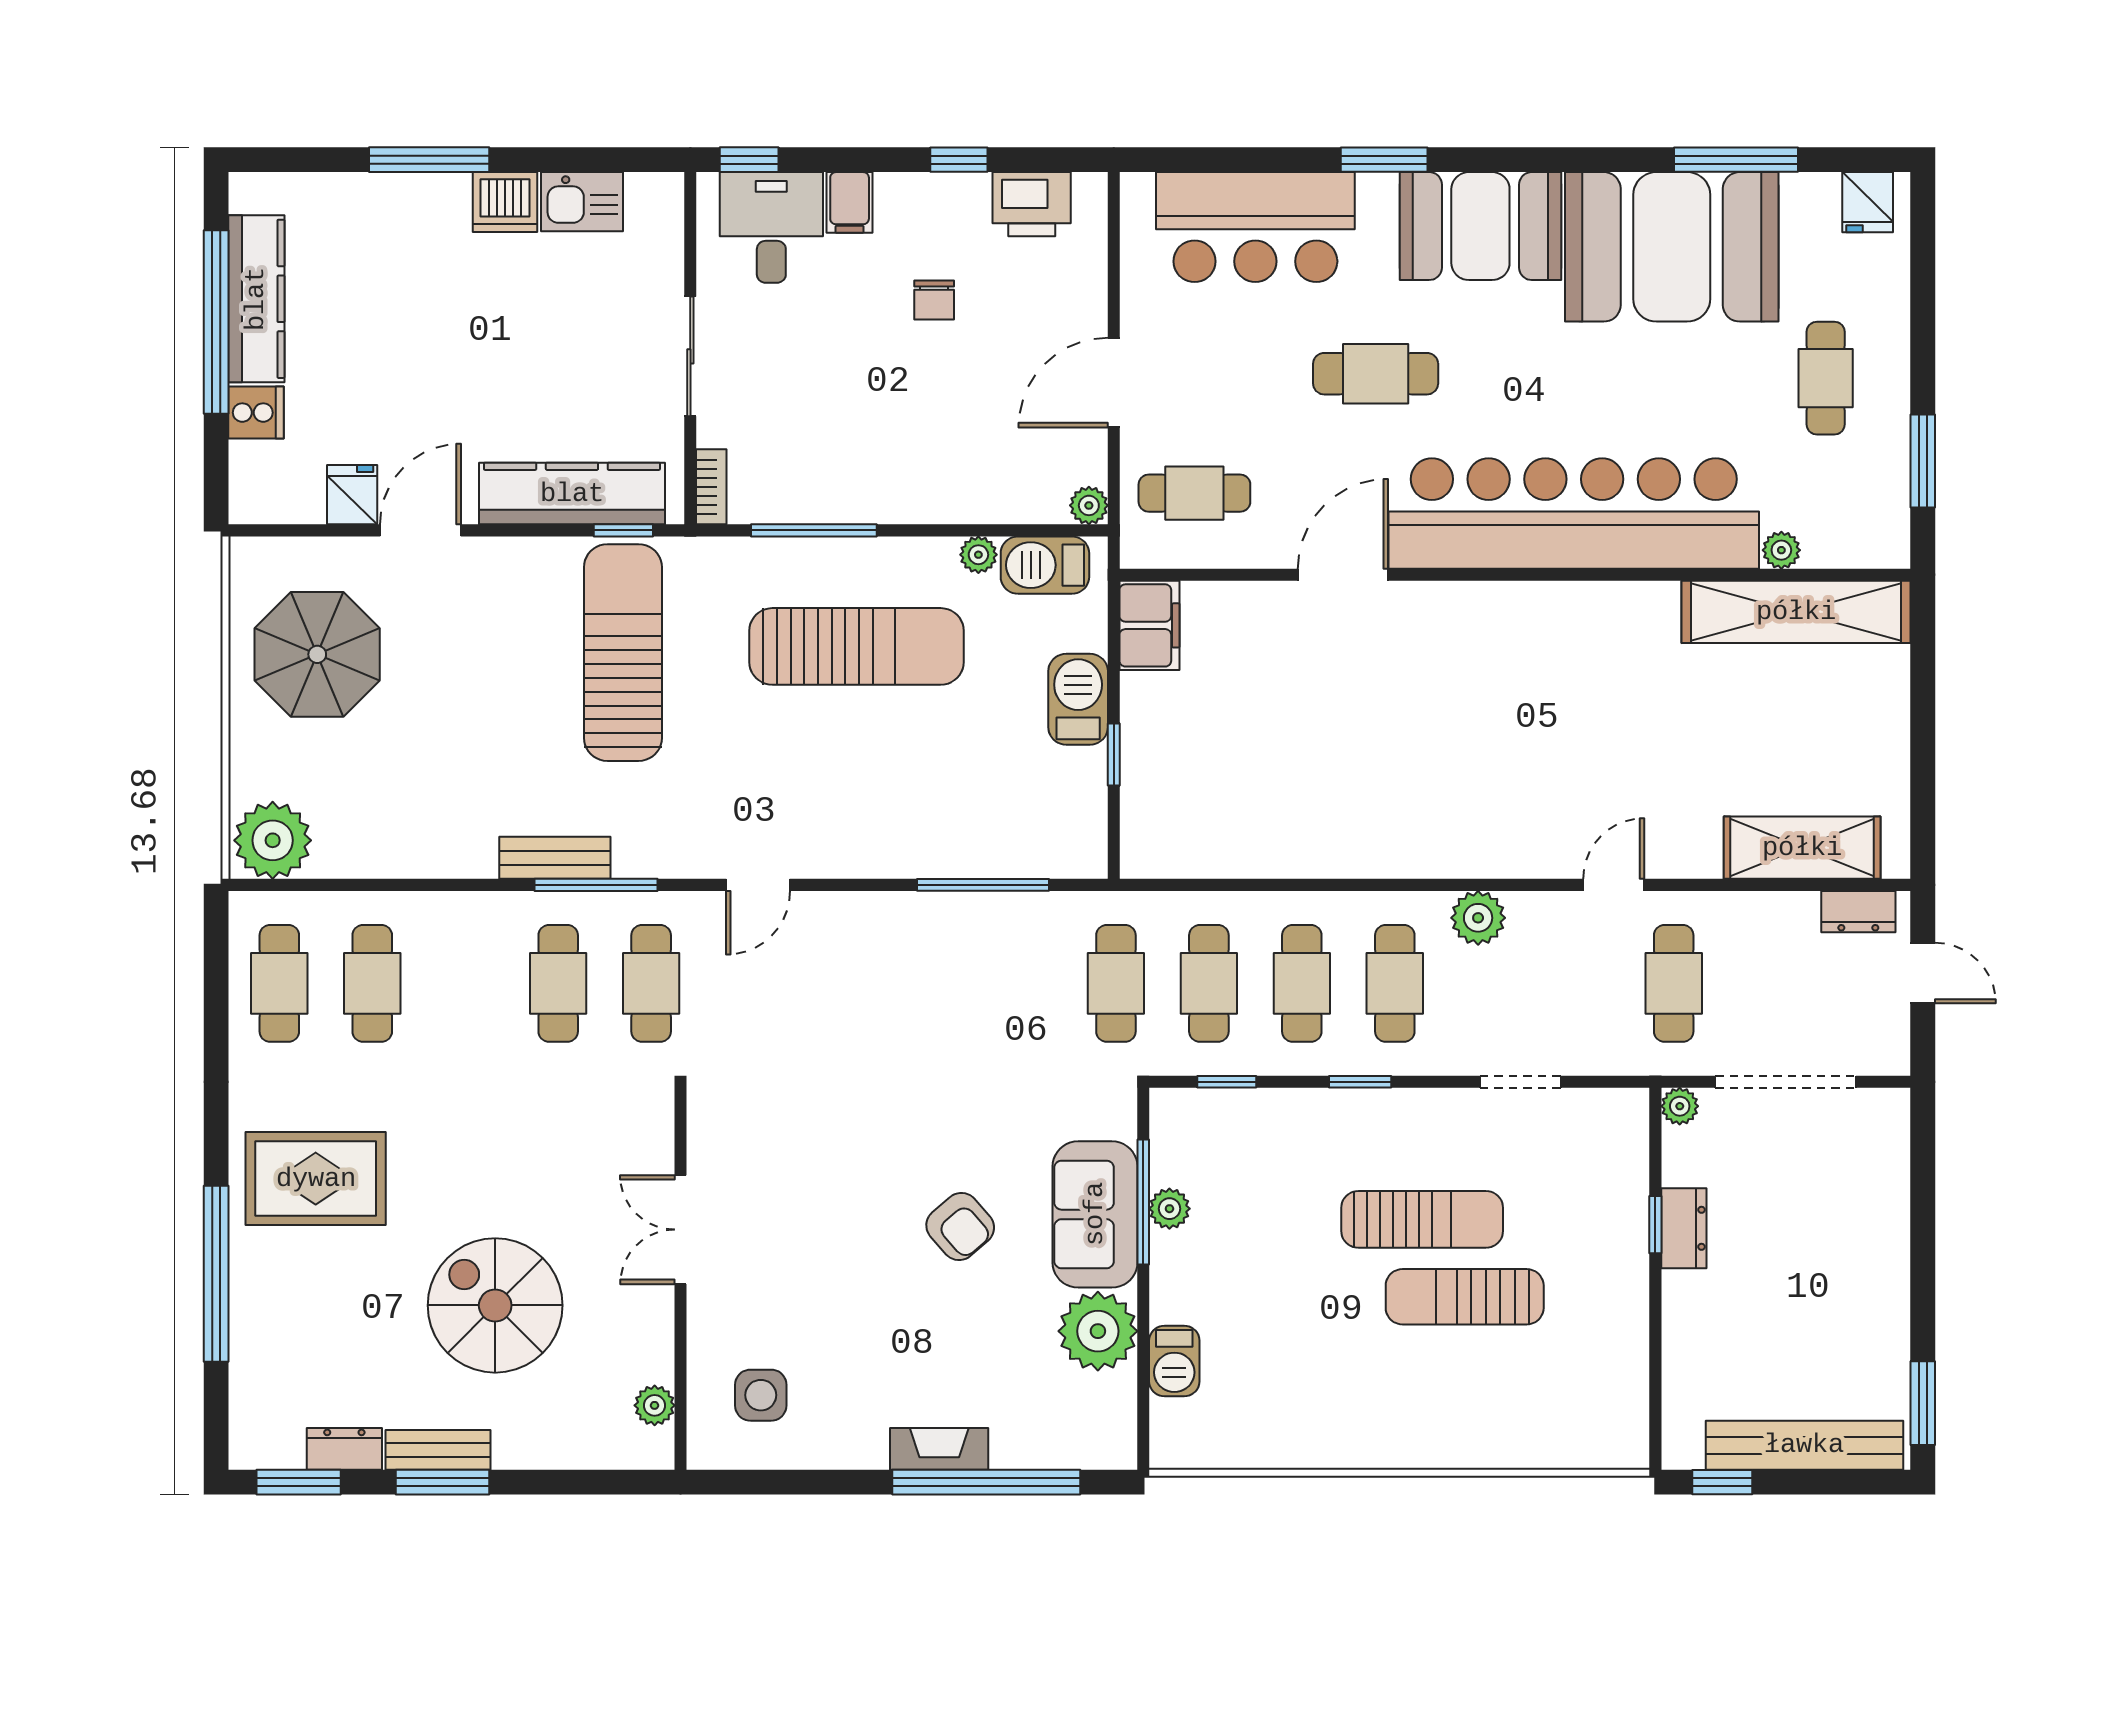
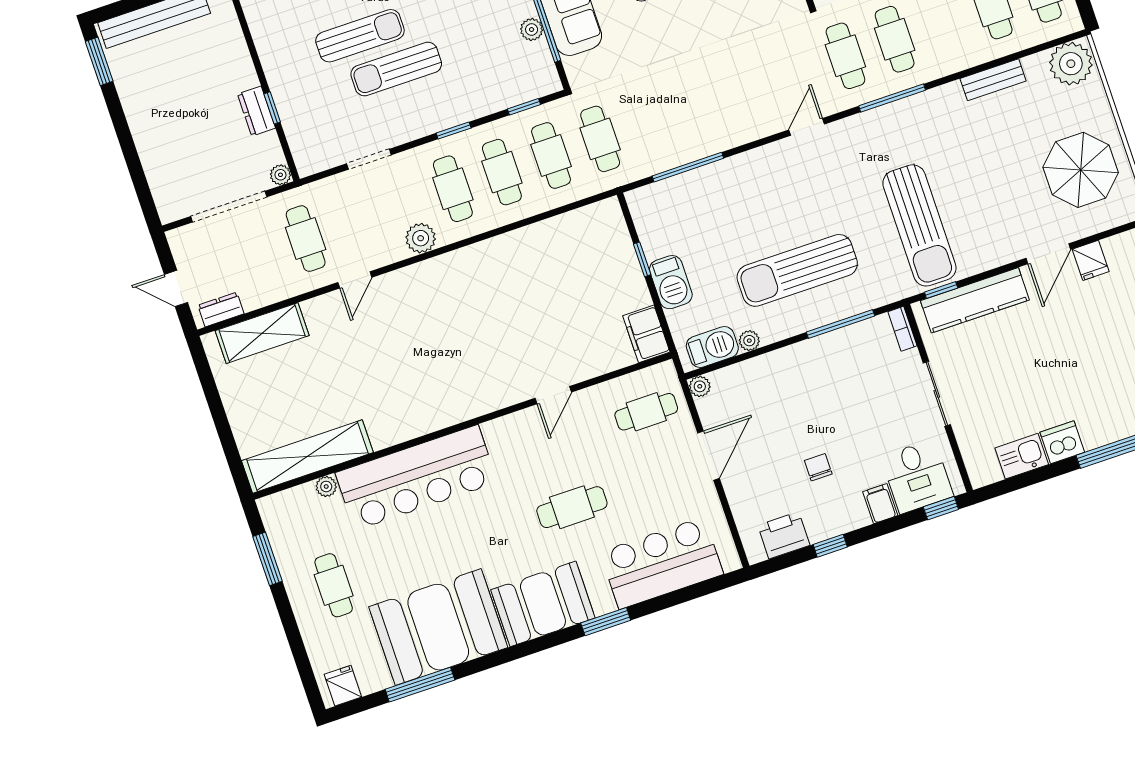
bar counter: (1574, 513) -> (416, 478), width x0.73
door: (1343, 575) -> (553, 395), width x0.73
bench: (555, 858) -> (993, 80), moved

